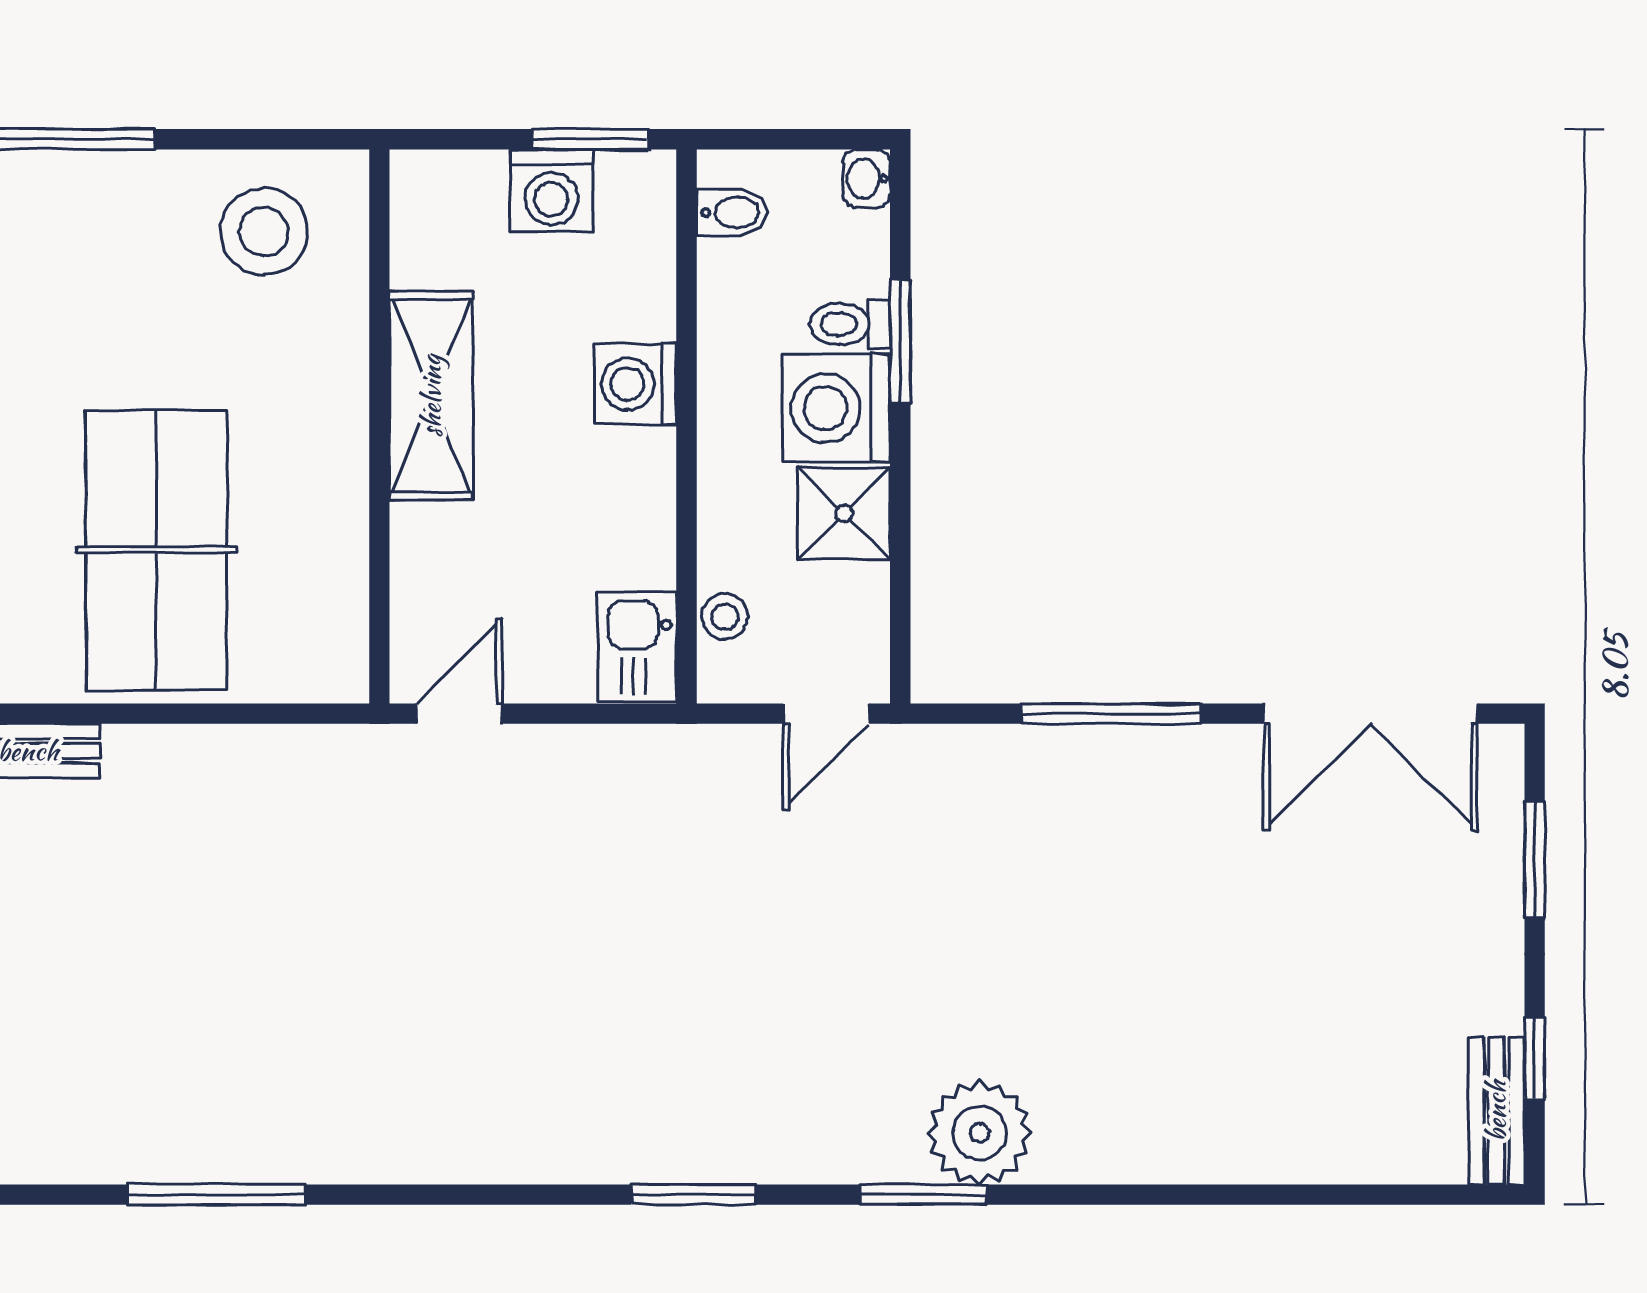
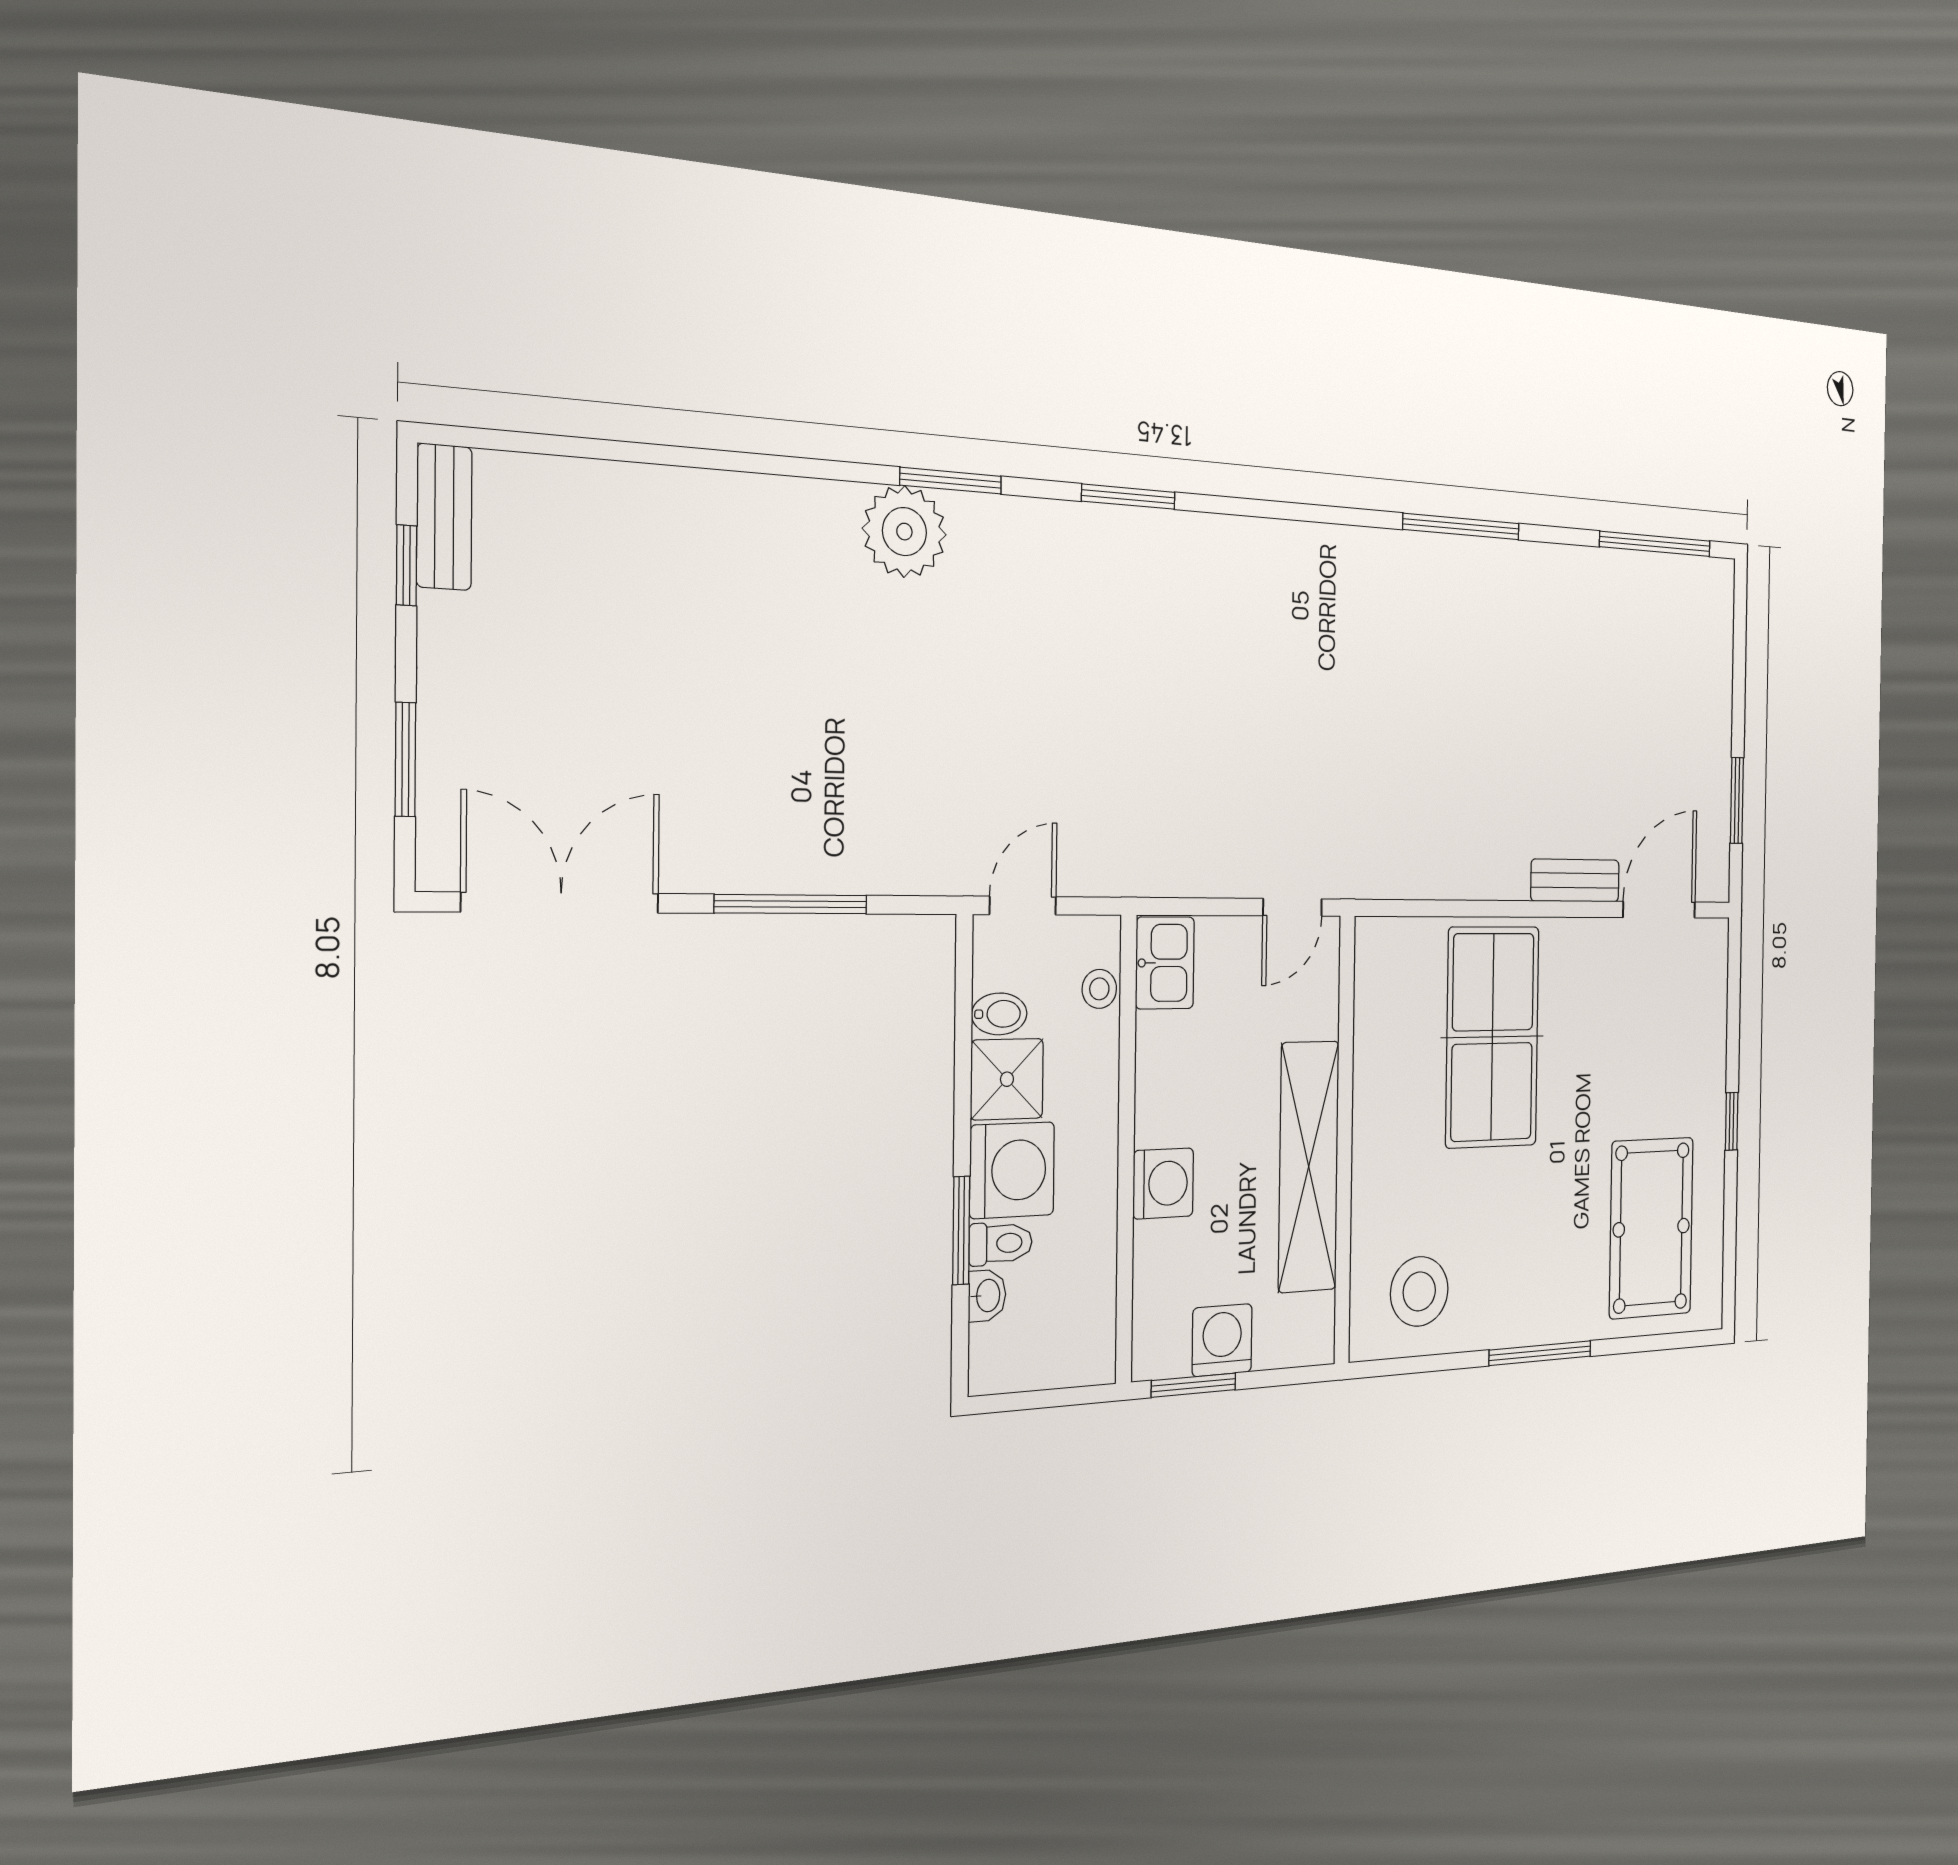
washbasin: (867, 178) -> (987, 1296), moved
bidet: (732, 212) -> (999, 1014), moved, turned 180
shelving: (431, 396) -> (1309, 1167), width x1.47

